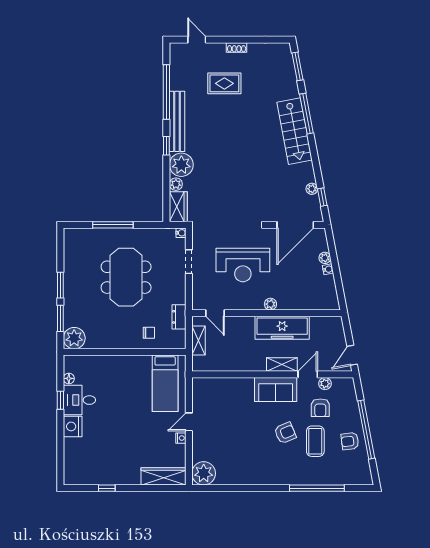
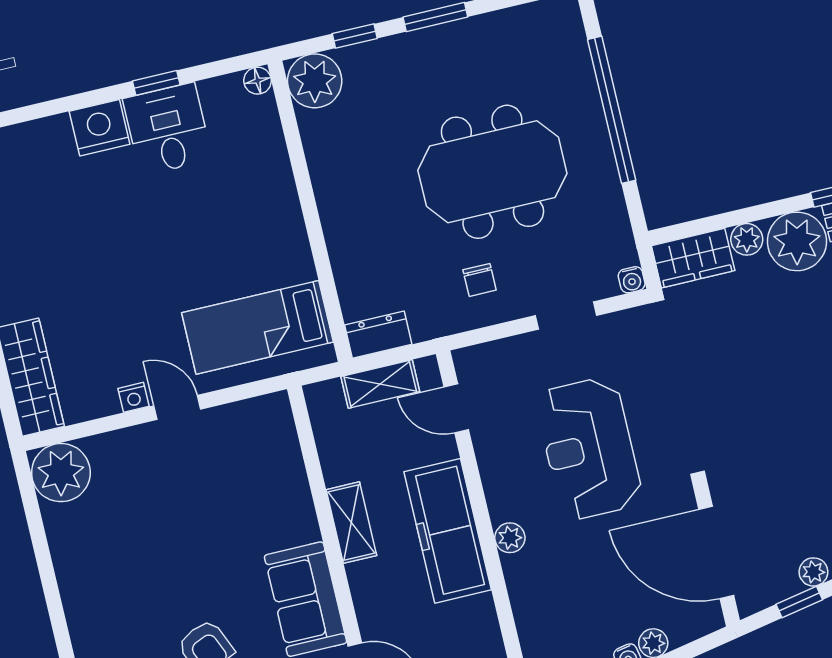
window: (113, 225) -> (612, 110), width x1.46
door: (215, 313) -> (456, 408), hinge flipped
dresser: (179, 317) -> (378, 335), moved
window: (60, 318) -> (355, 36), width x0.67
freezer: (282, 328) -> (448, 531), moved
chair: (149, 333) -> (480, 280), moved
shelving: (282, 365) -> (351, 523), moved
floor lamp: (69, 378) -> (258, 81), moved

